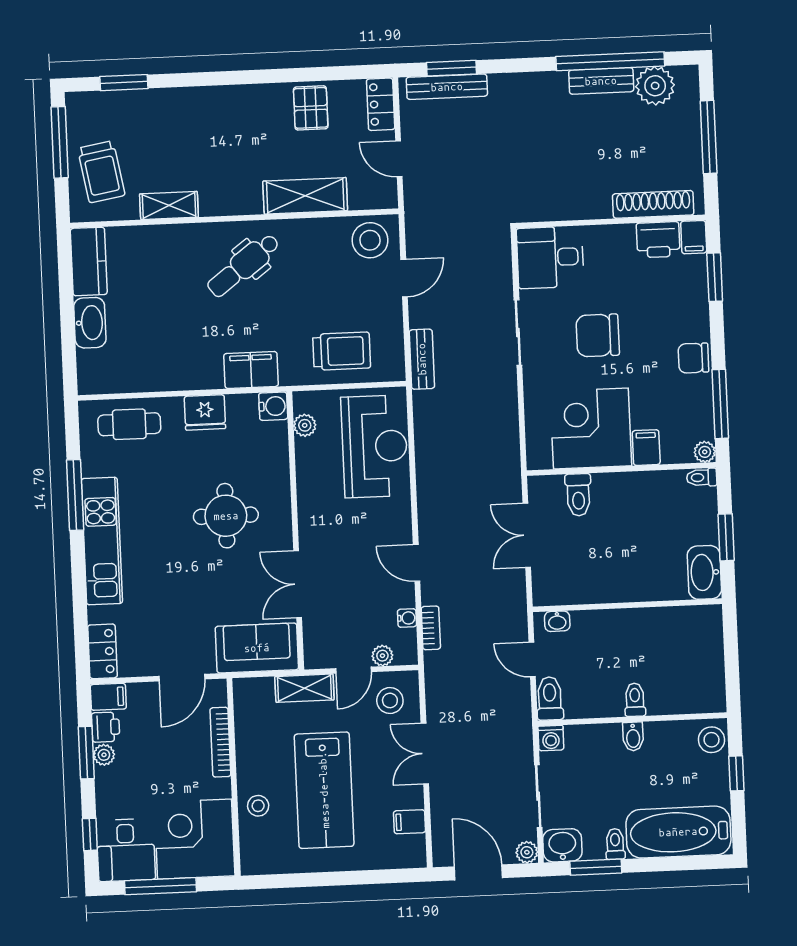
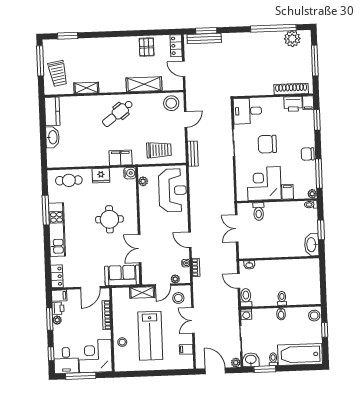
bench: (601, 81) -> (269, 36), removed

